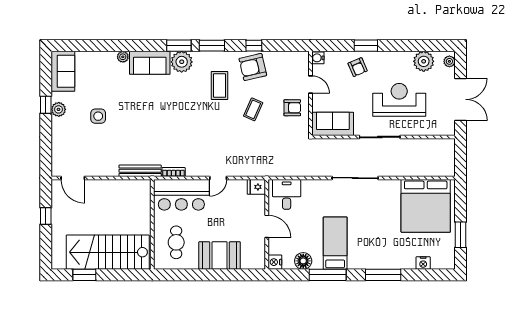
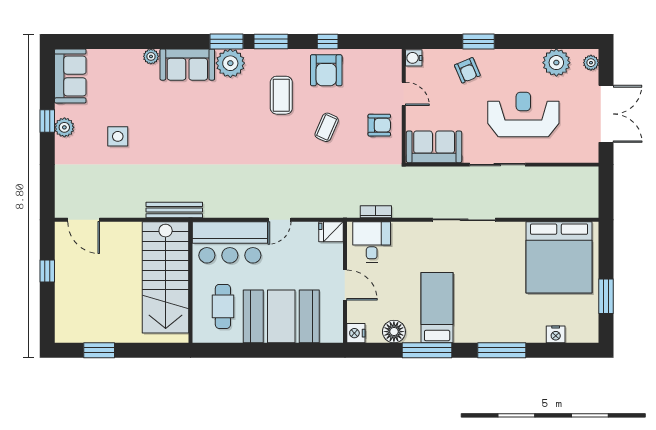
armchair: (253, 67) -> (326, 70), turned -77
bookcase: (174, 172) -> (376, 212), moved
stairs: (108, 252) -> (166, 277), moved, turned -90
booth: (220, 256) -> (281, 316), width x1.36, depth x1.42

